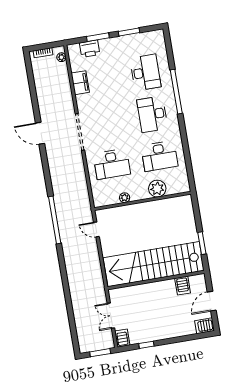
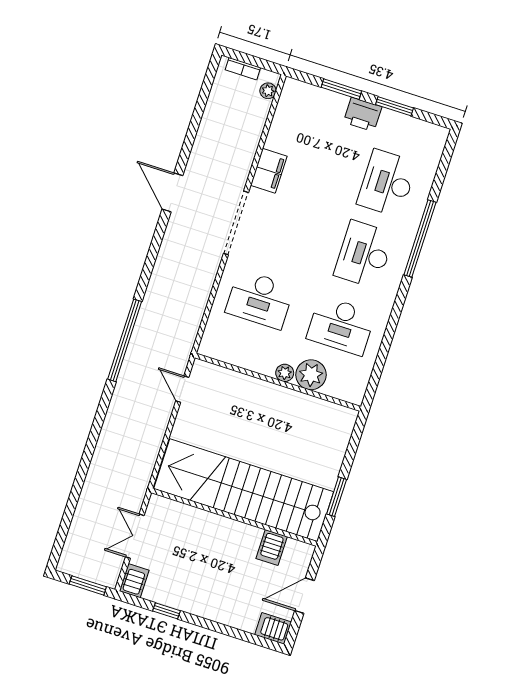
printer: (90, 49) -> (363, 114), moved
desk: (145, 72) -> (387, 183), turned 180
filing cabinet: (80, 83) -> (269, 171), moved
plant: (125, 198) -> (285, 373), moved

